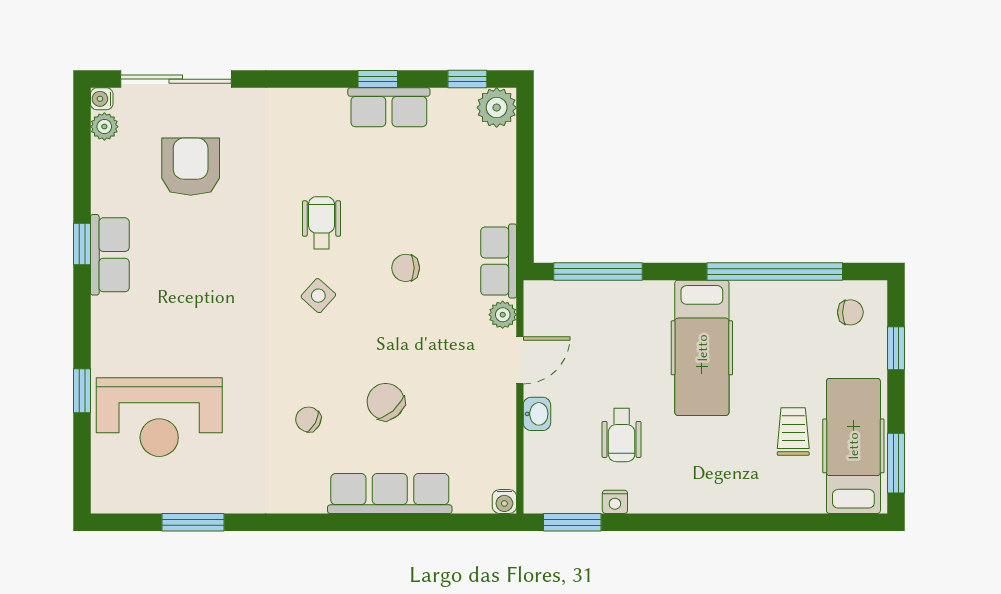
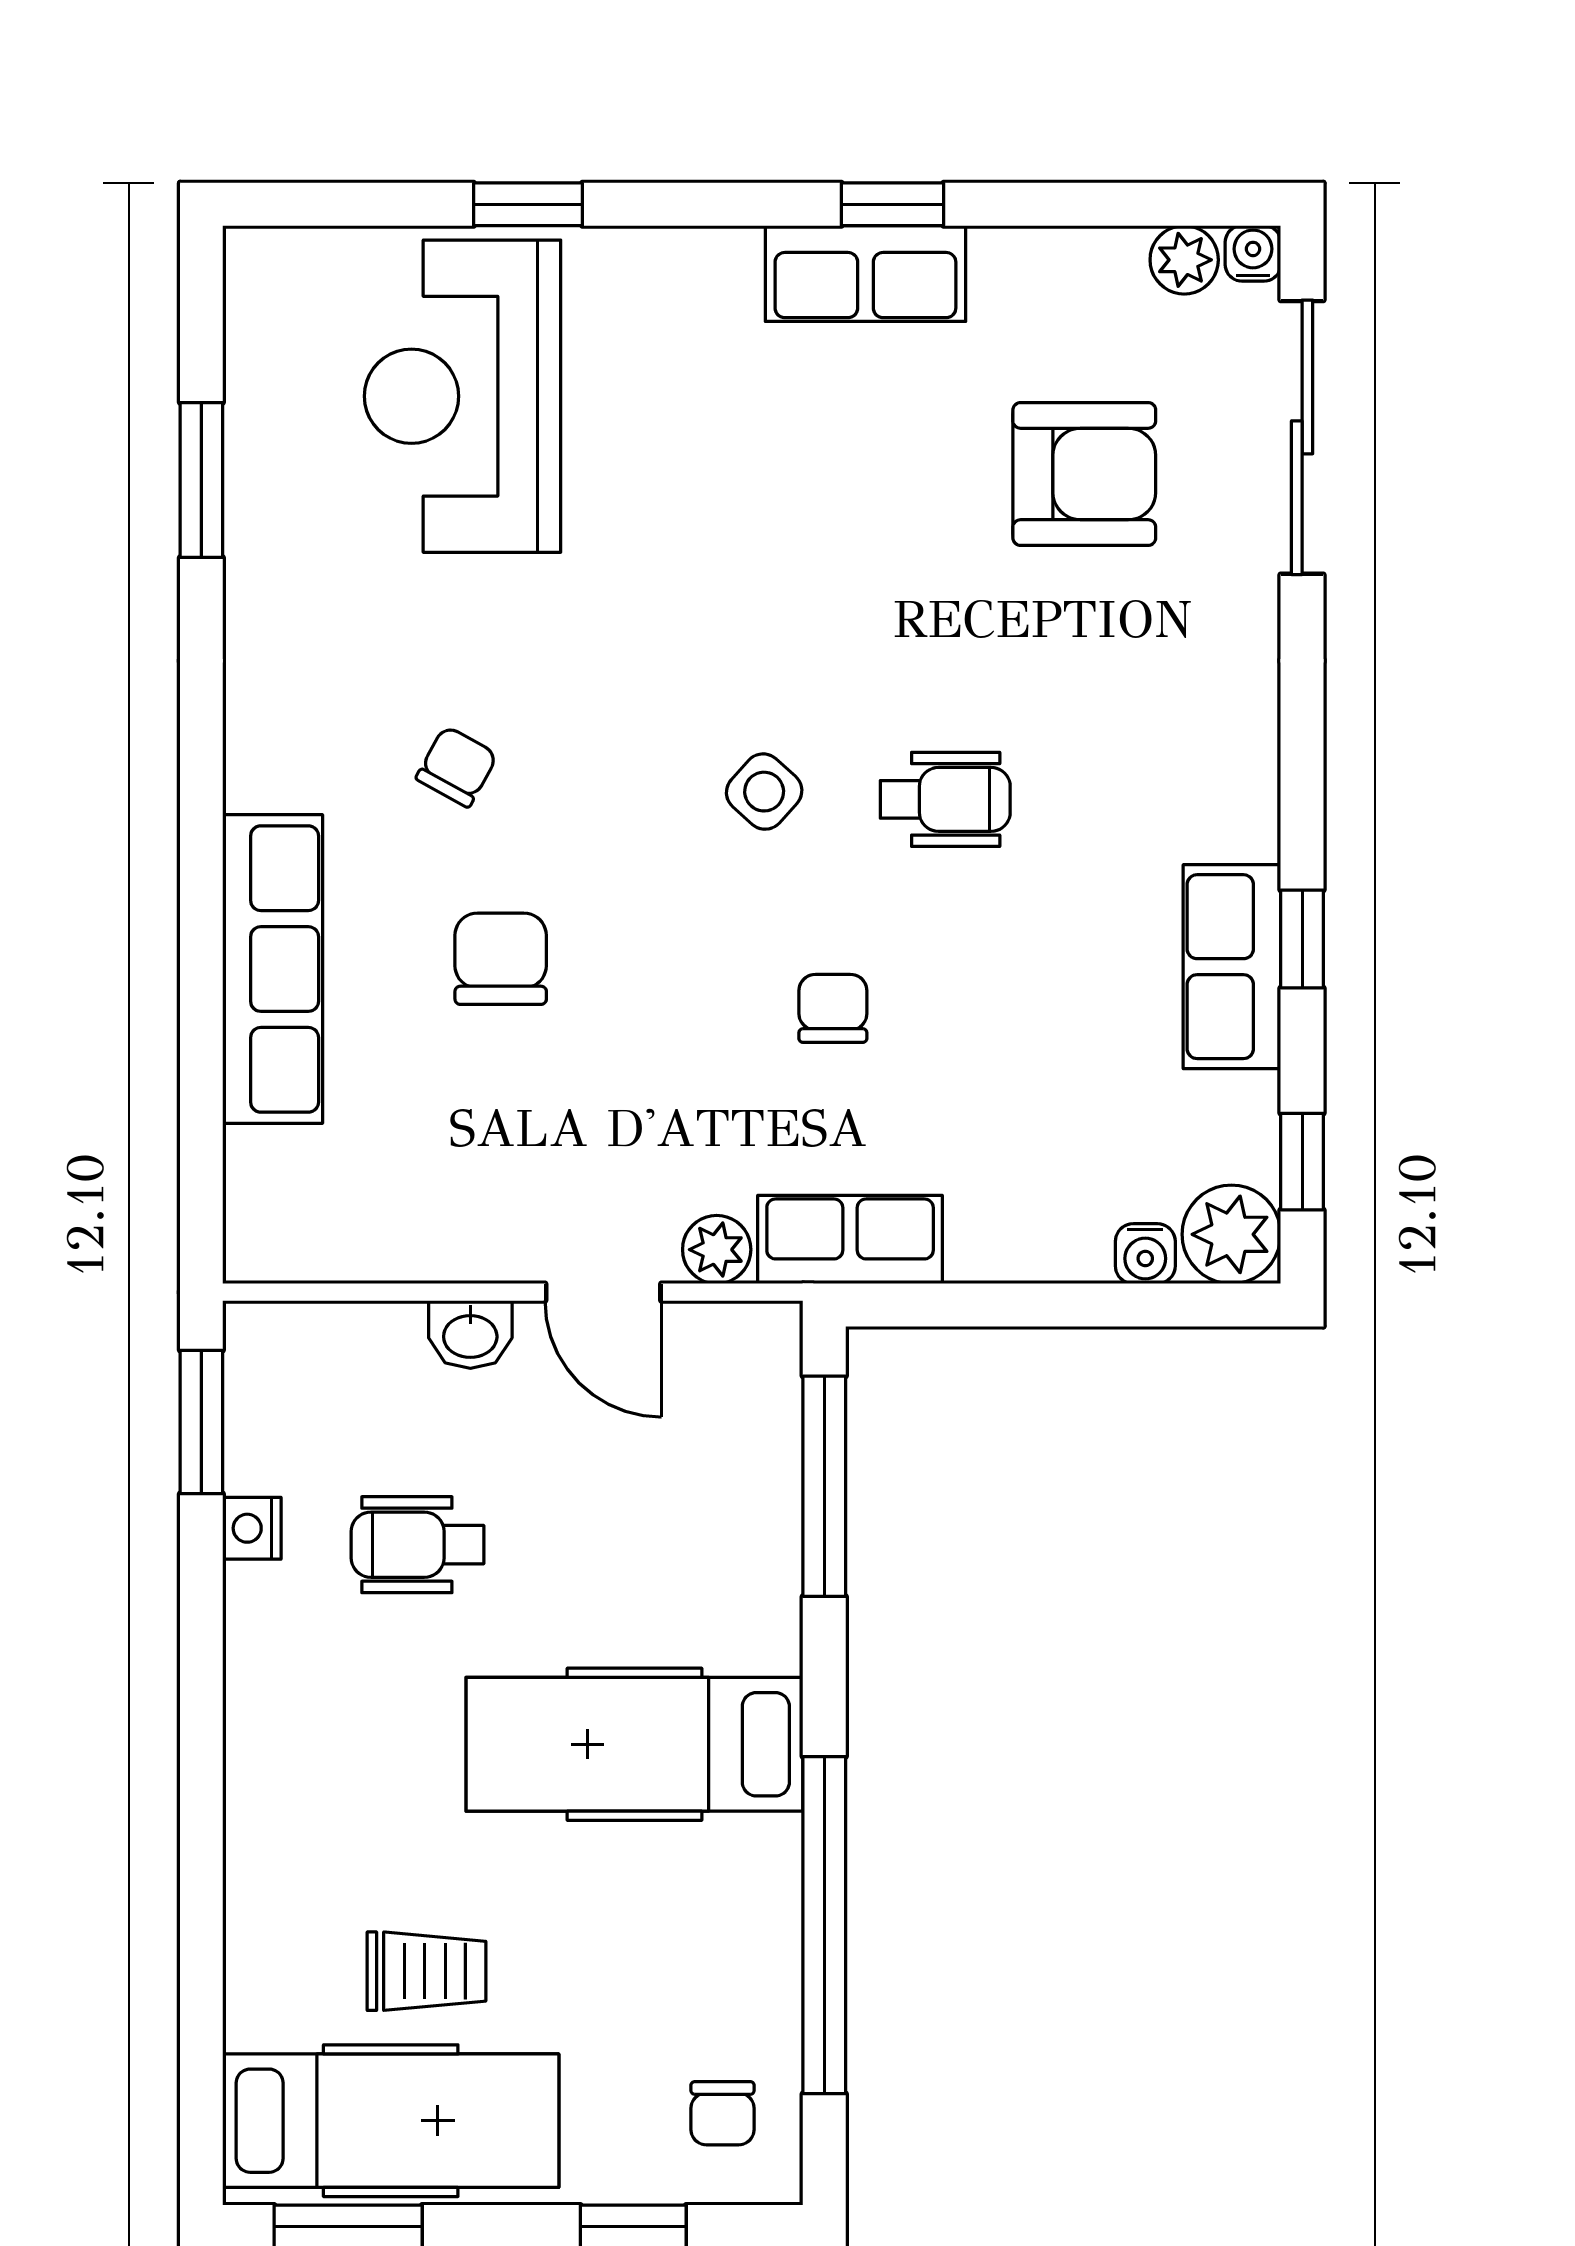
chair: (386, 402) -> (501, 959), turned -49
water cooler: (504, 502) -> (1145, 1254), moved, turned -90

